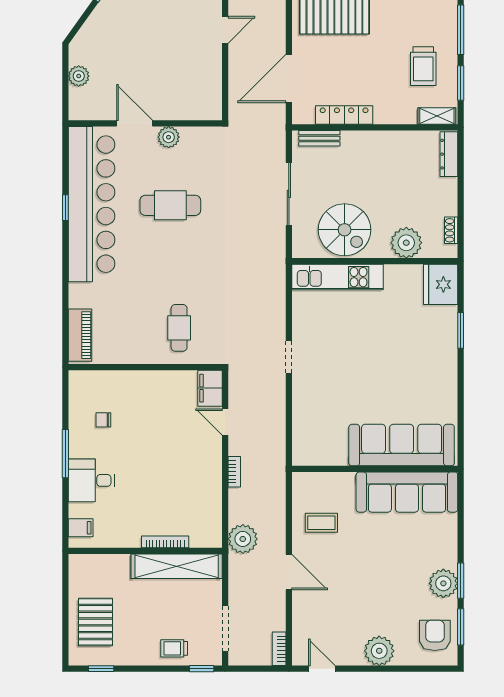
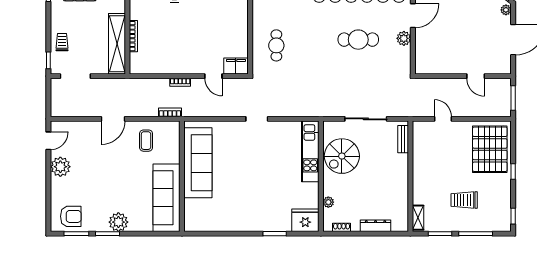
trolley: (423, 66) -> (464, 200), moved
door: (289, 79) -> (443, 119), width x0.53
locker: (344, 115) -> (419, 156), removed
dresser: (449, 154) -> (376, 226), moved
cafe table: (170, 205) -> (358, 40), turned 90
plant: (406, 243) -> (328, 202), width x0.53, depth x0.53
cafe table: (179, 328) -> (276, 45), turned 90
door: (225, 422) -> (213, 76), swing flipped
sofa: (402, 445) -> (198, 163), moved
plant: (243, 539) -> (135, 88), removed
plant: (443, 583) -> (118, 222), moved
bookcase: (279, 649) -> (170, 112), moved
plant: (379, 651) -> (60, 167), moved

